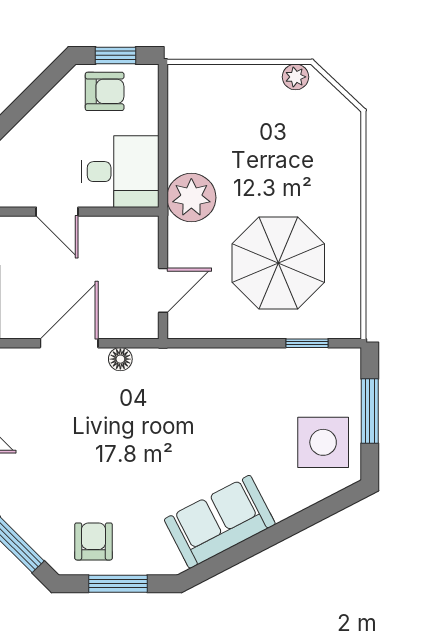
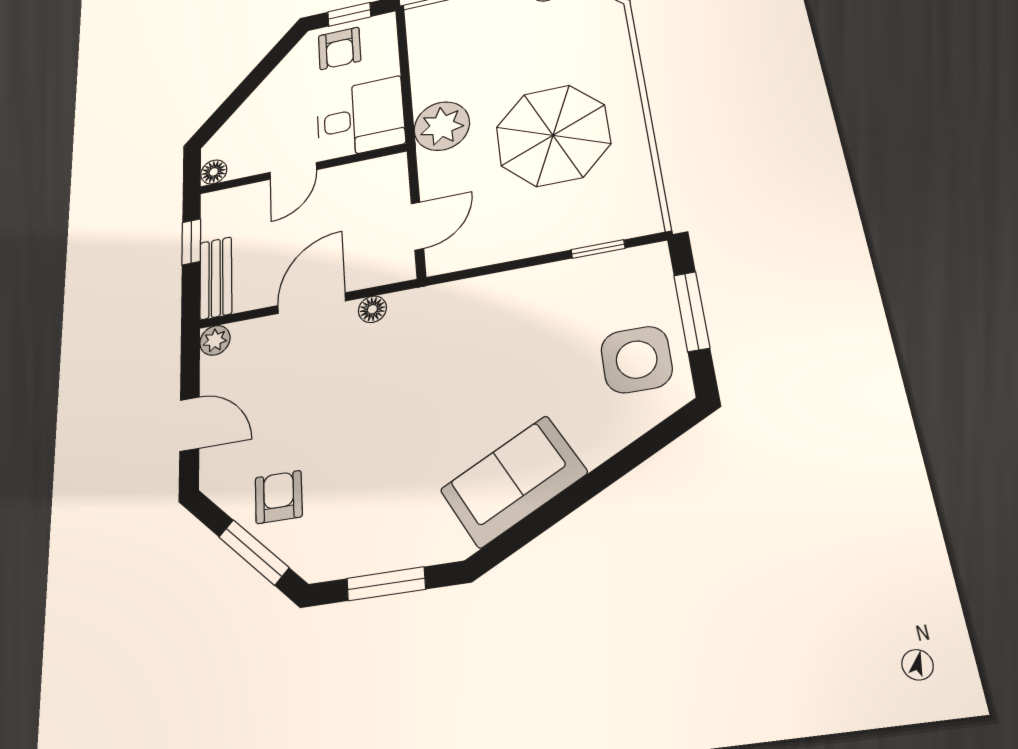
armchair: (105, 91) -> (340, 48), turned 90
door: (57, 212) -> (293, 171), hinge flipped
parasol: (278, 263) -> (553, 135), moved
armchair: (94, 541) -> (279, 497), moved

